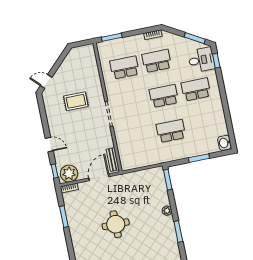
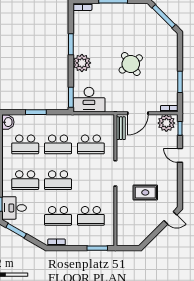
school desk: (203, 124) -> (25, 144), added
school desk: (139, 137) -> (91, 144), added
desk: (150, 181) -> (89, 100), added
plant: (167, 211) -> (82, 63), width x1.88, depth x1.88
round table: (116, 224) -> (131, 64), turned -36

